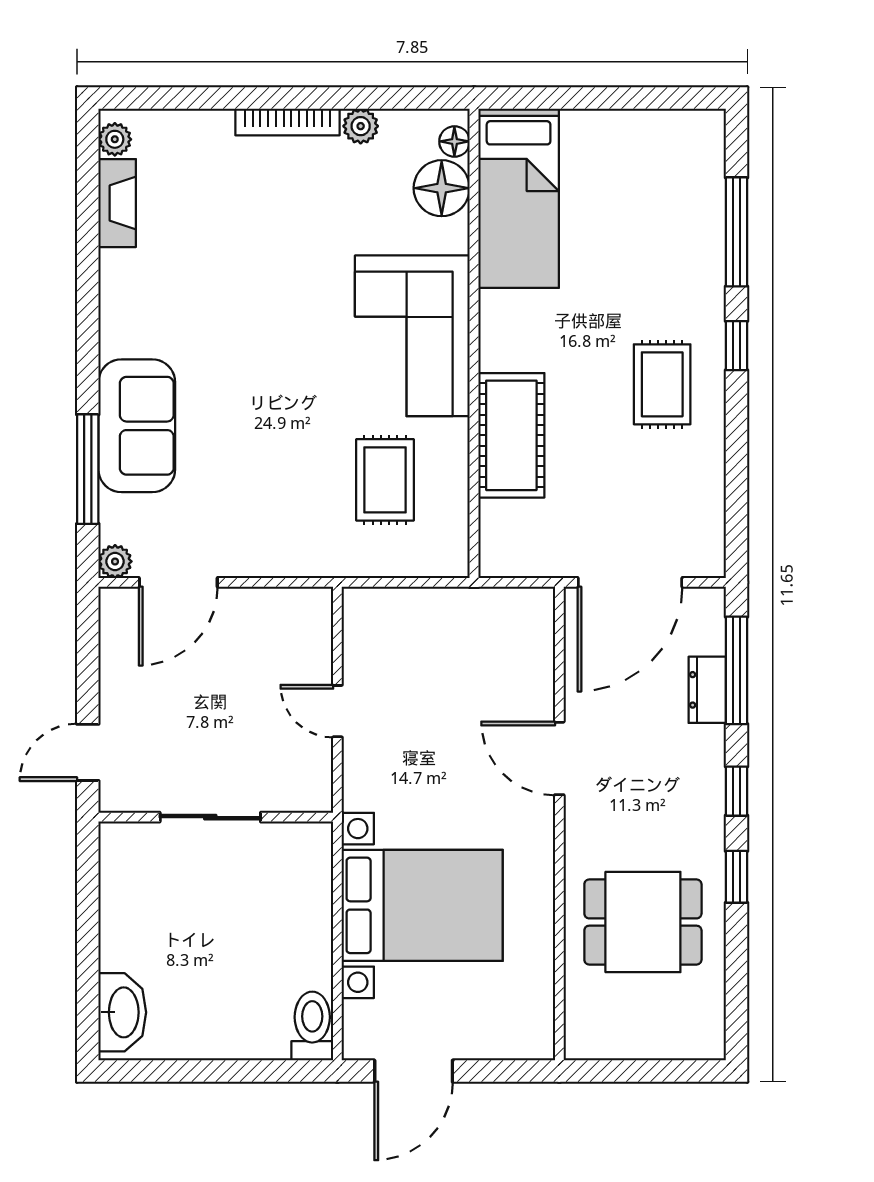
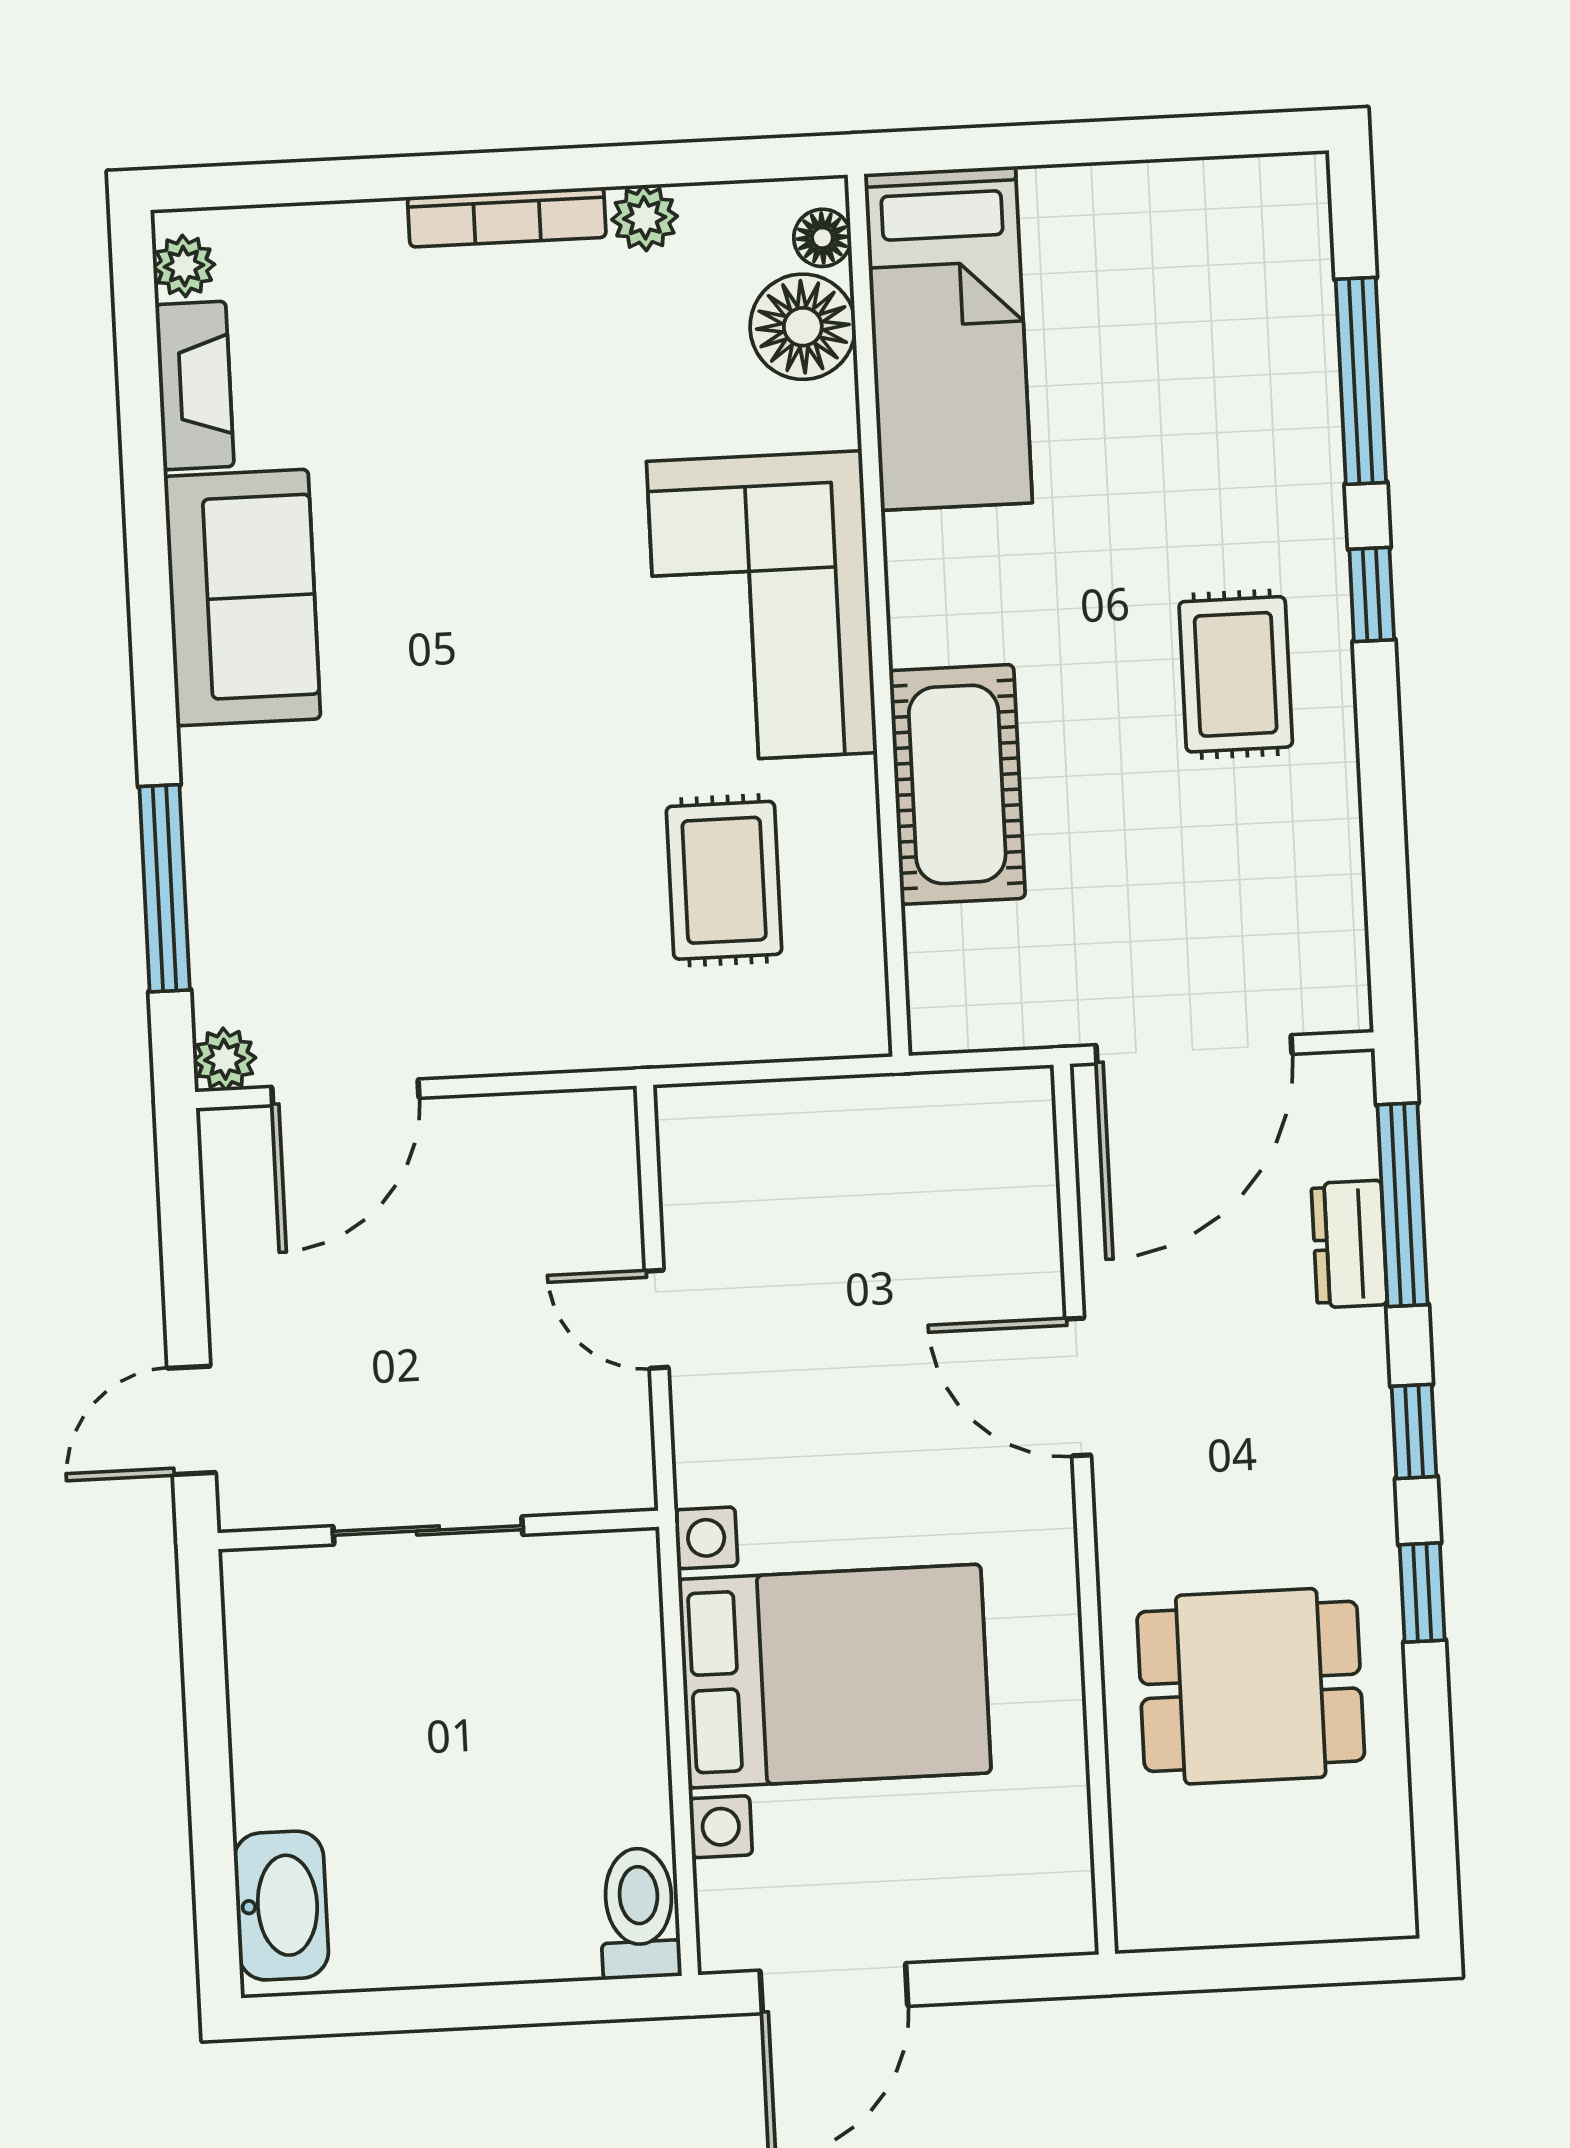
sofa: (137, 426) -> (242, 598), moved

